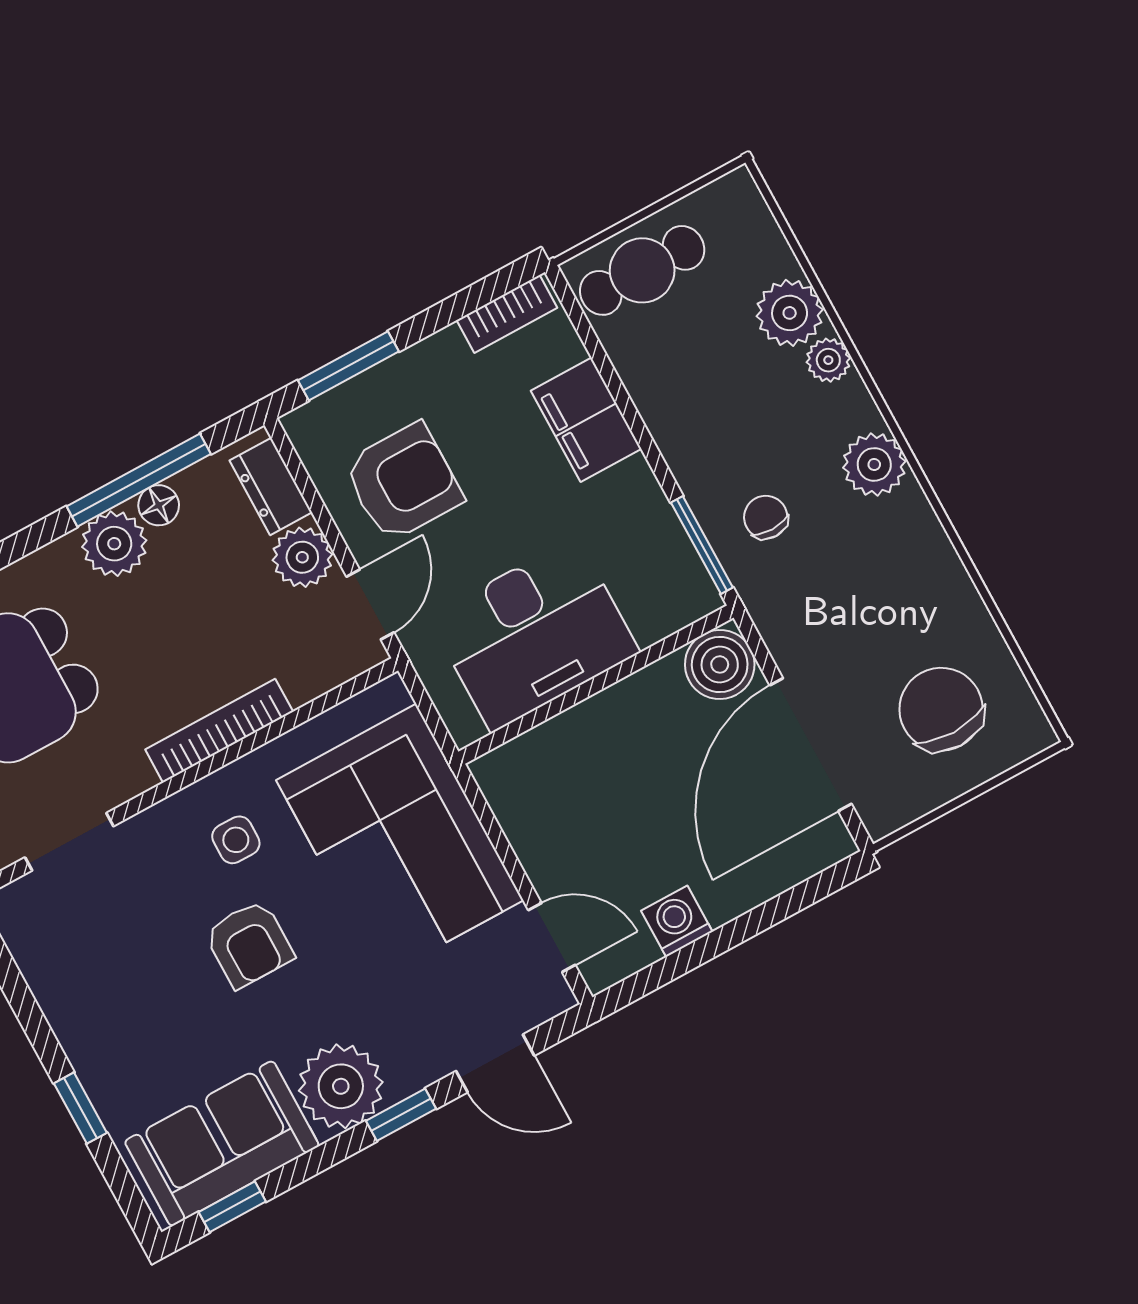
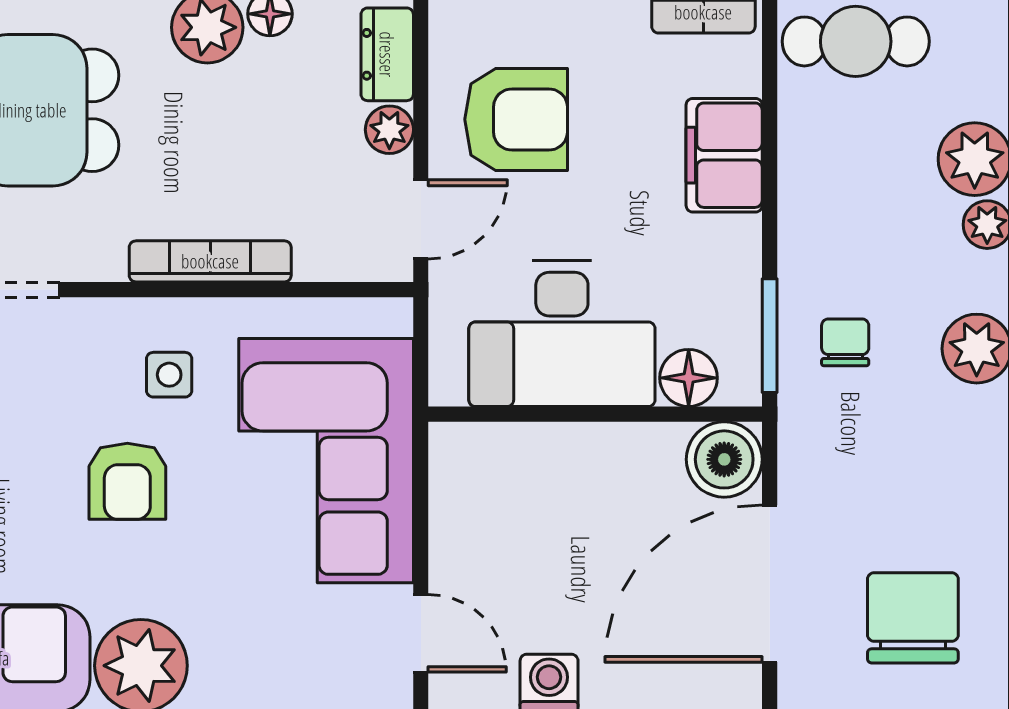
plant: (302, 557) -> (389, 130), width x0.73, depth x0.73
floor lamp: (655, 615) -> (689, 378), added

